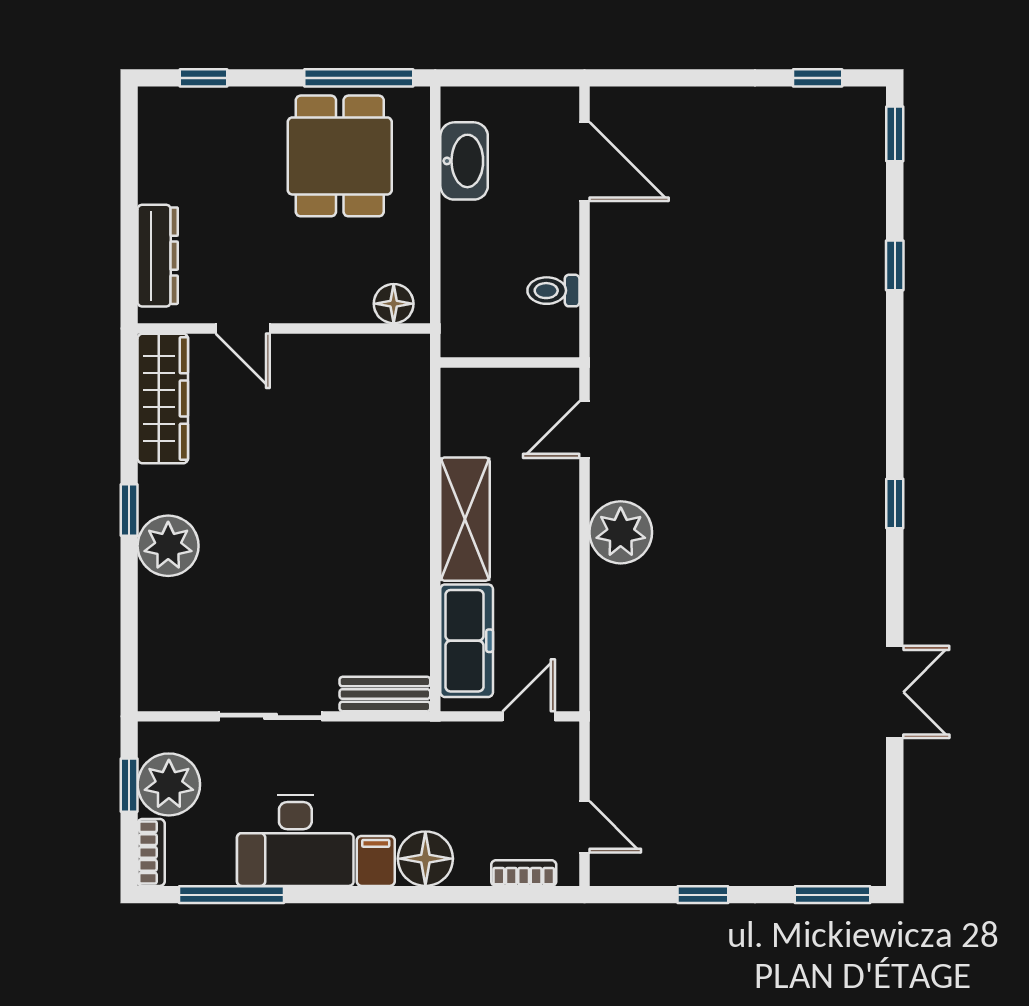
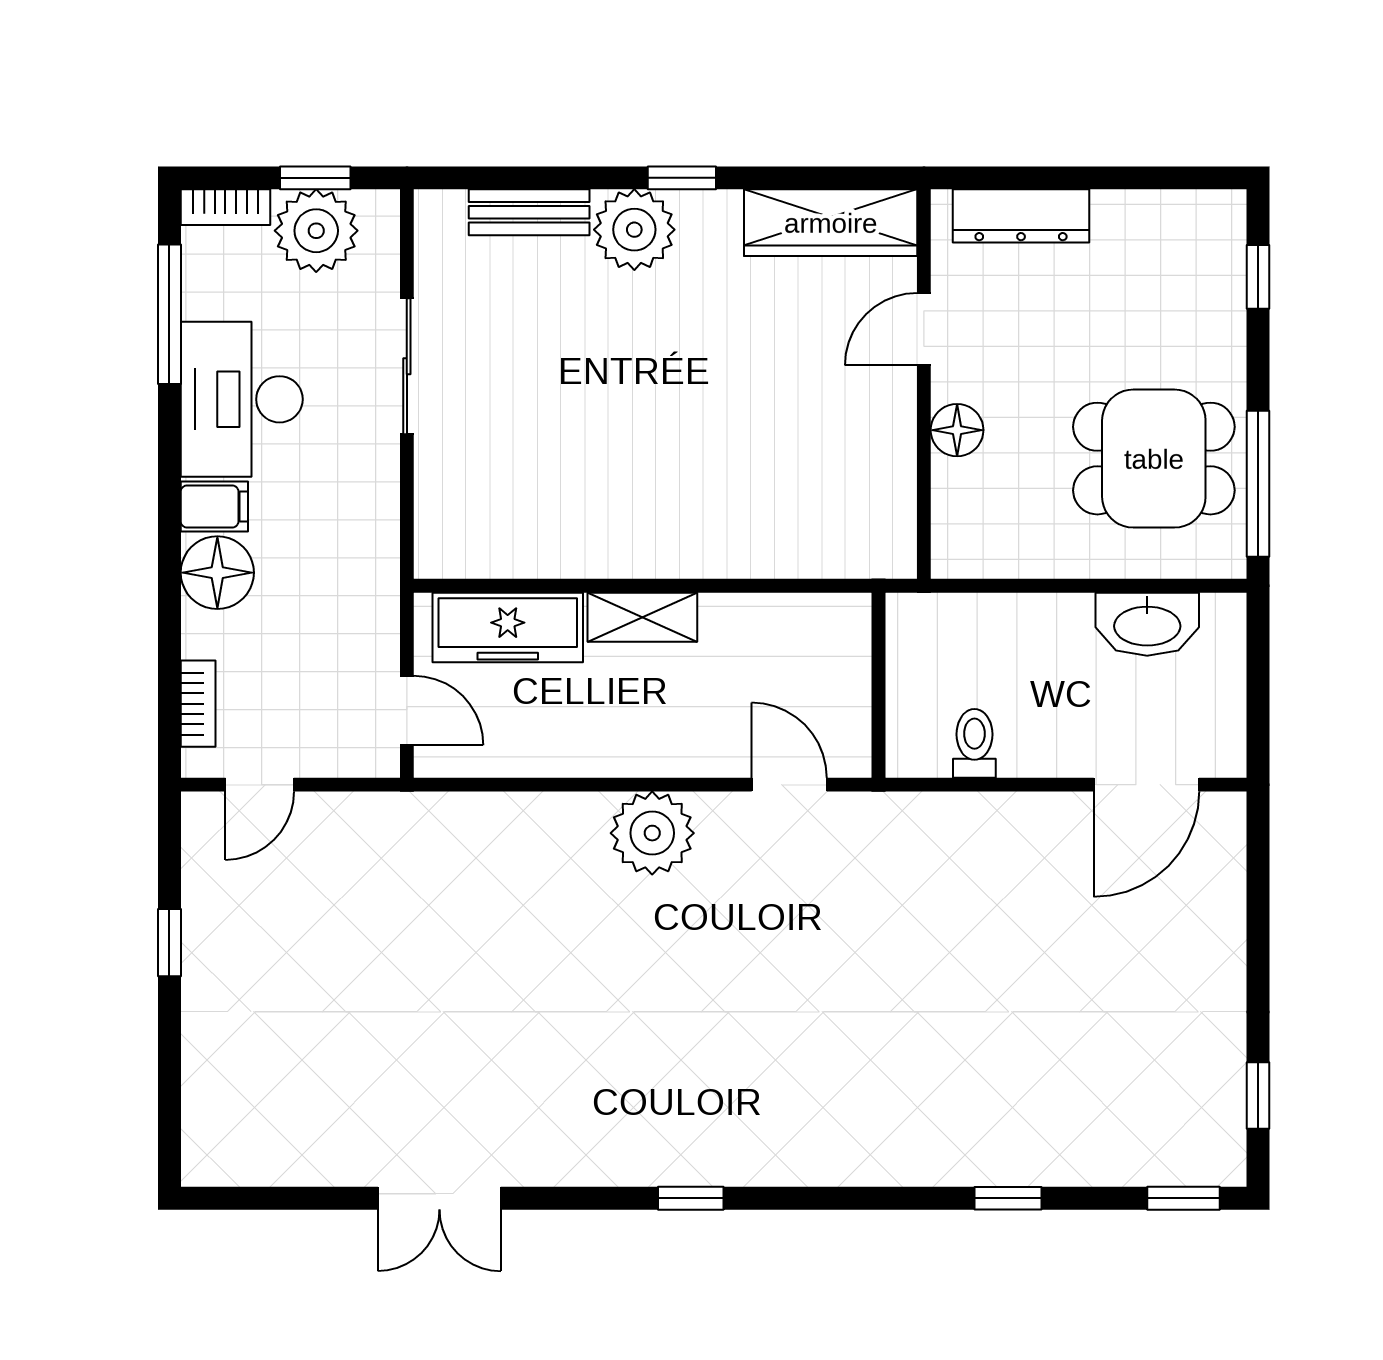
floor lamp: (394, 304) -> (957, 430), moved
shelving: (465, 519) -> (642, 617), width x0.67, depth x0.75
bench: (385, 694) -> (529, 212), moved, turned 90
window: (832, 895) -> (169, 1115), removed

